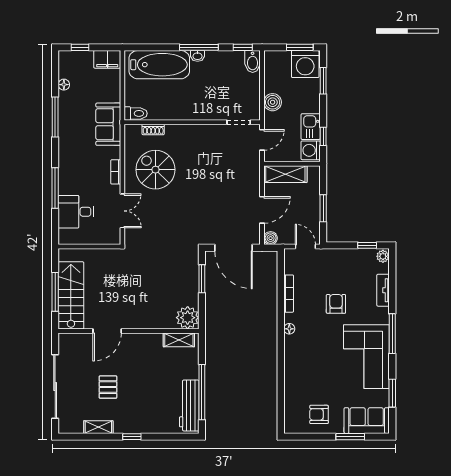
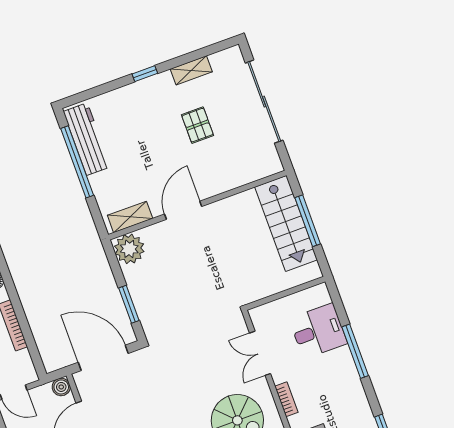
door: (107, 331) -> (183, 210), moved

